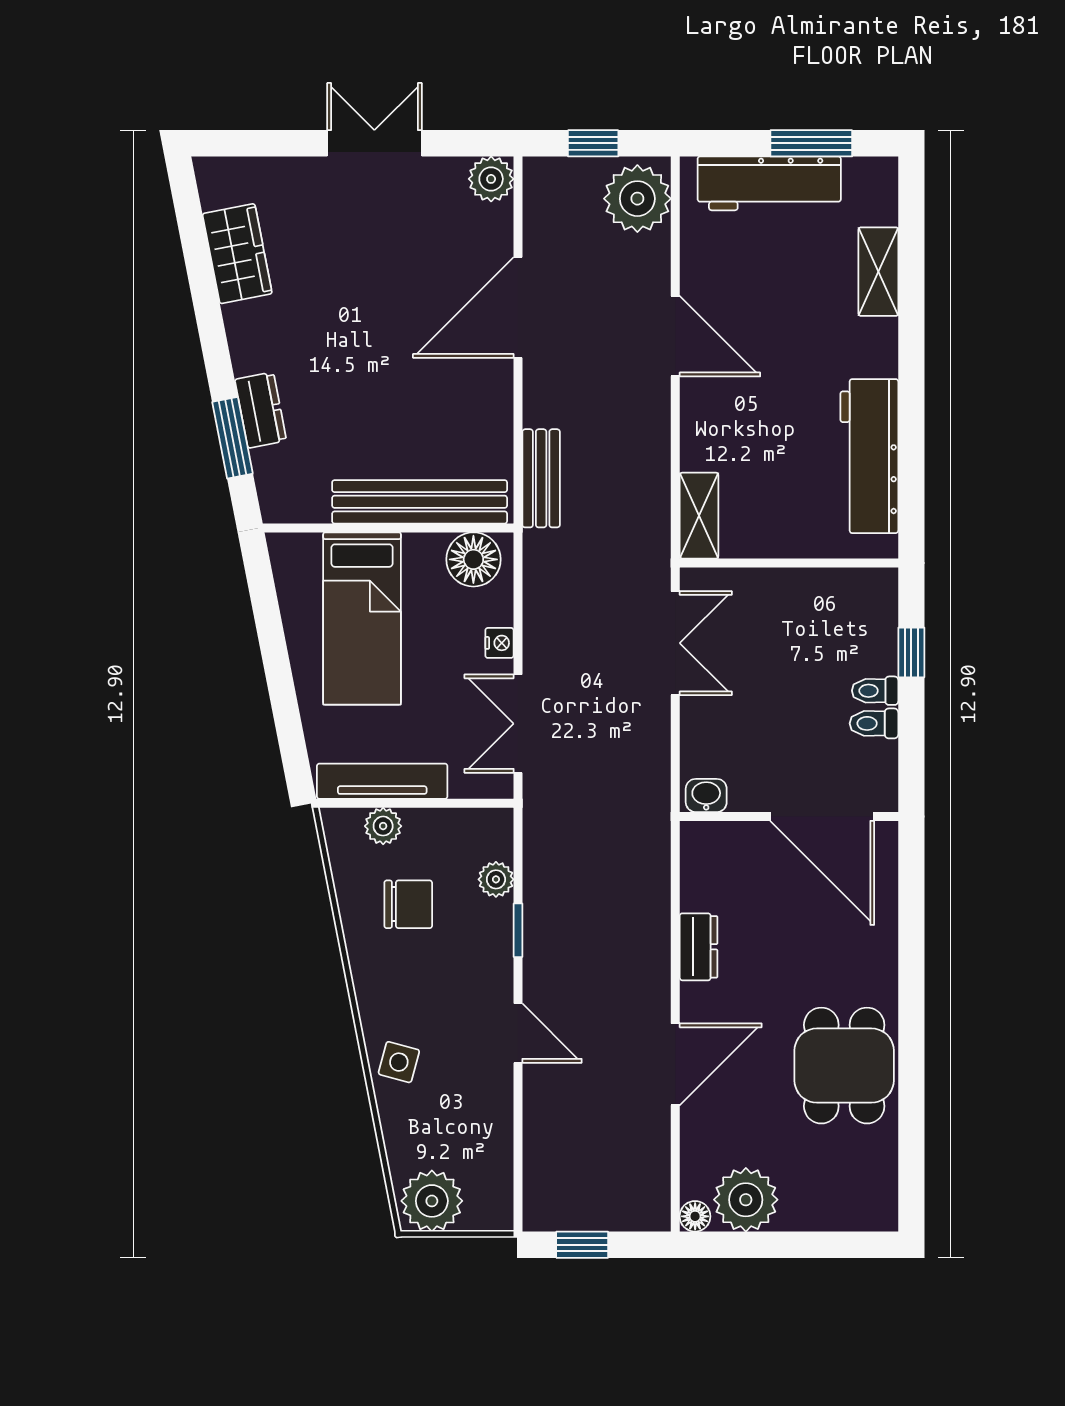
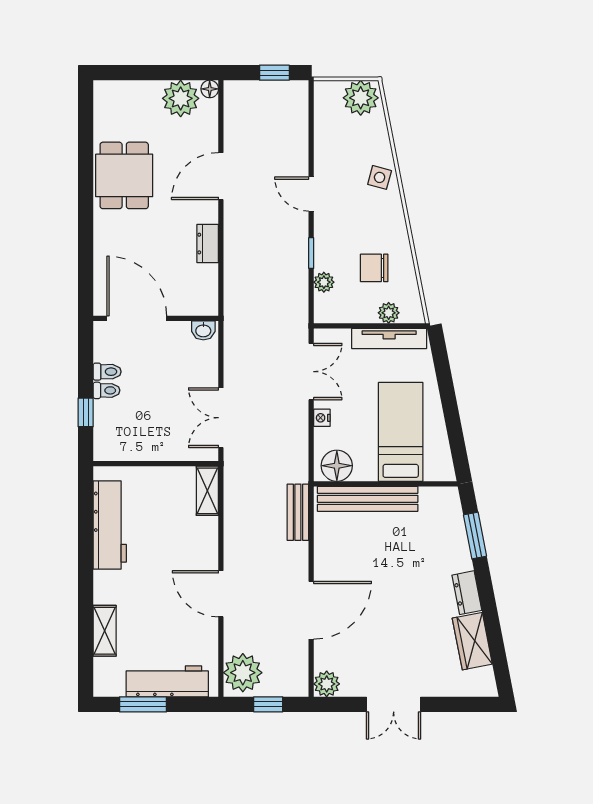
dresser: (261, 410) -> (467, 593), moved

